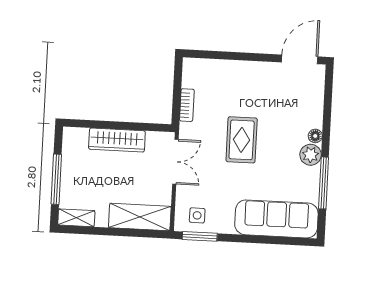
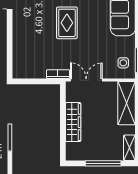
bookcase: (187, 105) -> (58, 74), moved
rug: (242, 140) -> (67, 23), moved, turned 90

